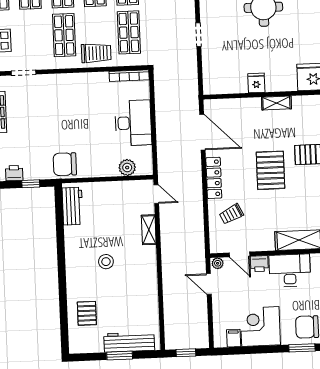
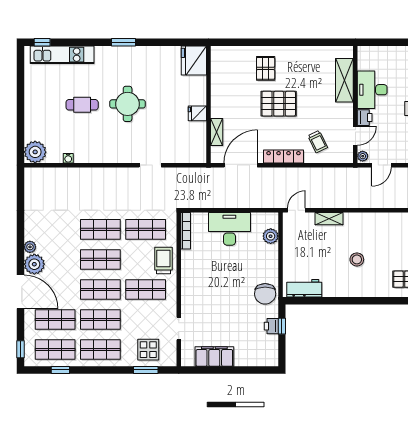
shelving: (276, 103) -> (217, 132), moved
printer: (14, 173) -> (271, 326), moved

